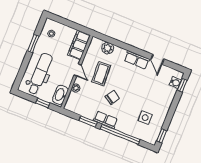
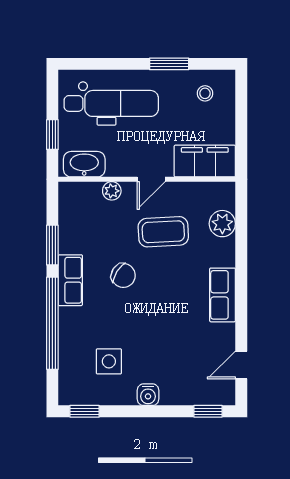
door: (157, 59) -> (241, 365), moved
water cooler: (175, 83) -> (148, 395), moved

